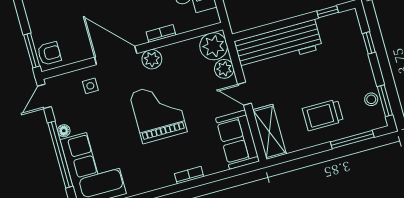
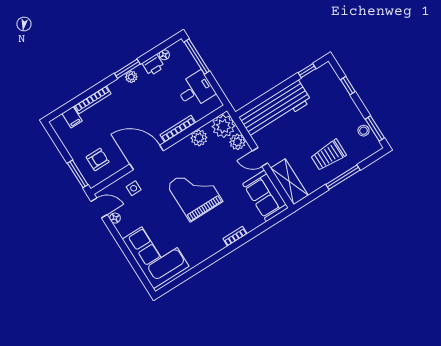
bookcase: (161, 33) -> (178, 129), width x1.56
armchair: (49, 53) -> (98, 159), moved
plant: (152, 59) -> (199, 138), moved
door: (44, 96) -> (99, 208), swing flipped
floor lamp: (64, 131) -> (115, 218), moved
window: (352, 140) -> (343, 177), moved
window: (60, 155) -> (126, 251), removed

